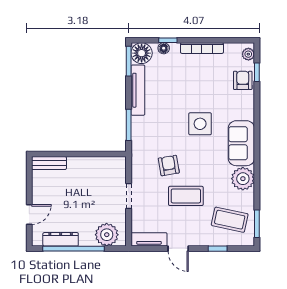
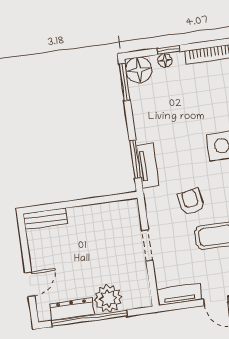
tv unit: (138, 90) -> (148, 166), moved, width x0.71
plant: (107, 235) -> (108, 298), moved

